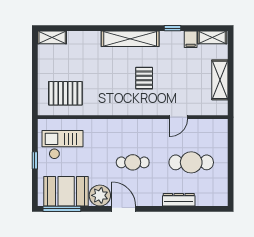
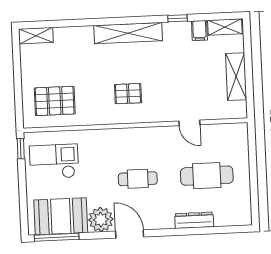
pallet: (144, 78) -> (128, 94), moved, turned 90
door: (178, 117) -> (189, 123), hinge flipped
window: (35, 160) -> (21, 149), moved

